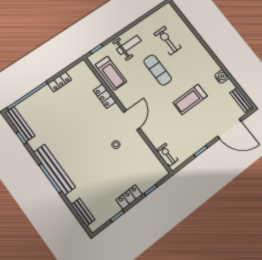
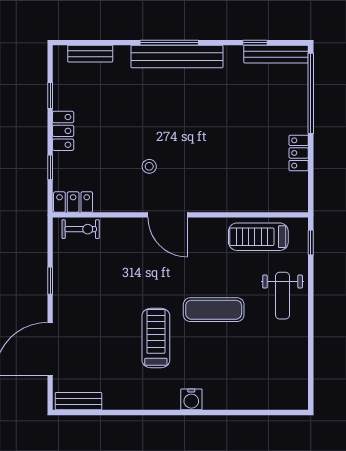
exercise bike: (167, 41) -> (248, 360), removed
water cooler: (222, 77) -> (191, 399), moved
locker: (105, 96) -> (73, 202), moved
treadmill: (190, 99) -> (156, 338), moved

